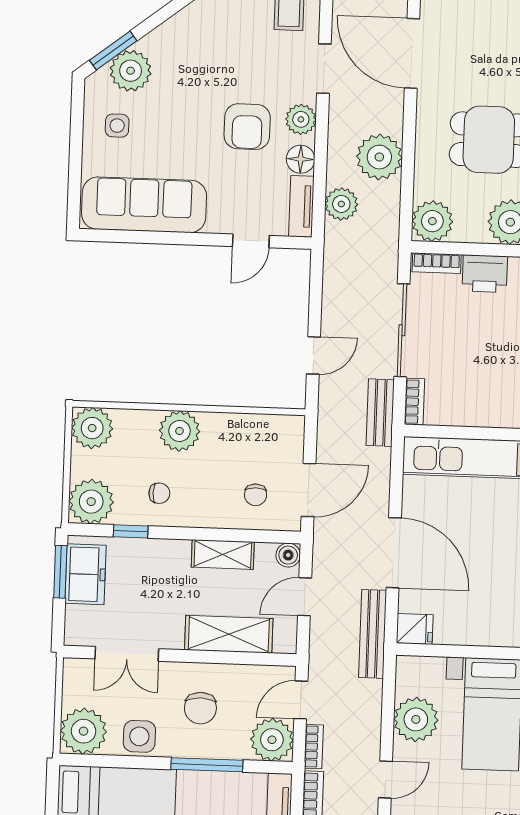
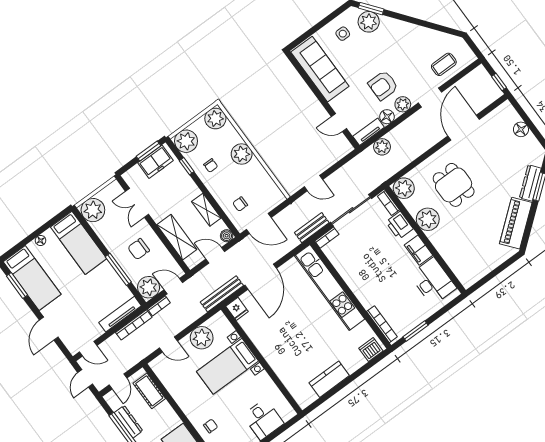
plant: (379, 157) -> (412, 147), removed
side table: (139, 736) -> (108, 234), removed

